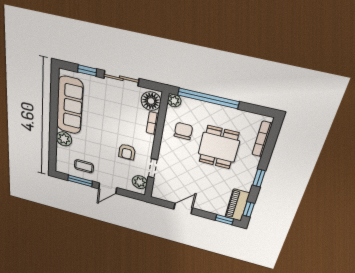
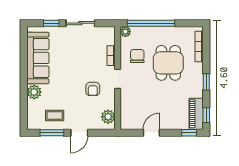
floor lamp: (151, 101) -> (107, 37), removed
doorway: (153, 168) -> (118, 79), moved

